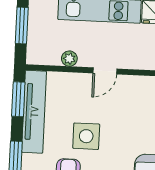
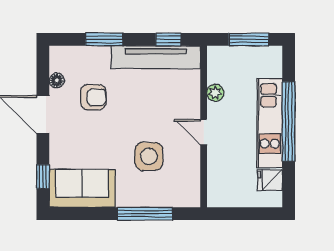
window: (18, 99) -> (168, 39), width x0.67
side table: (86, 136) -> (149, 156), moved

